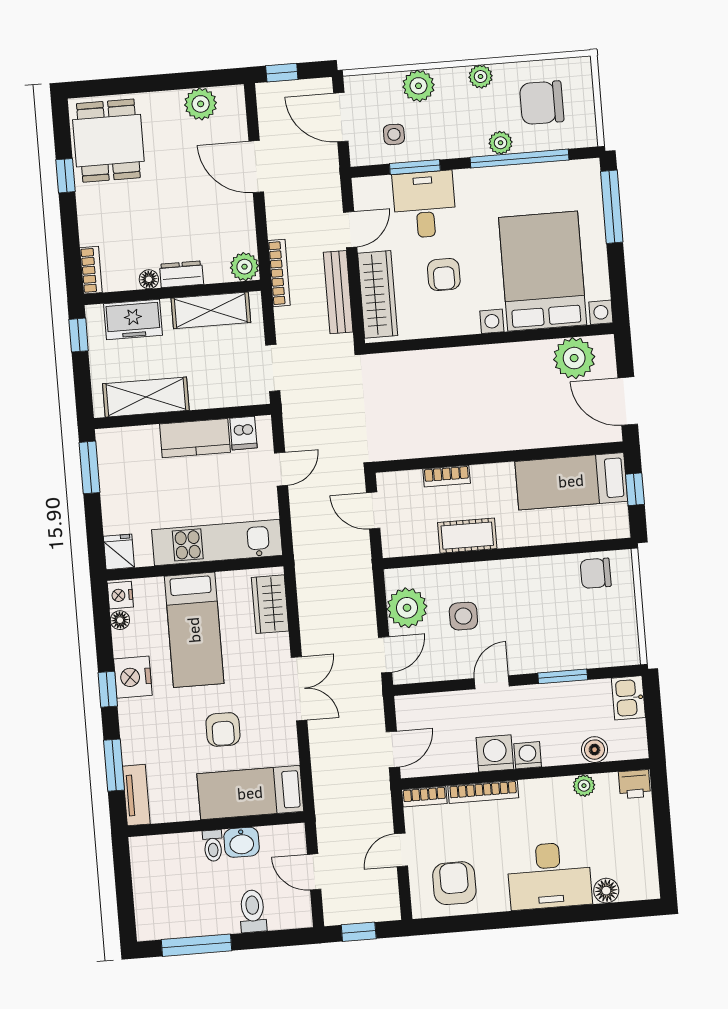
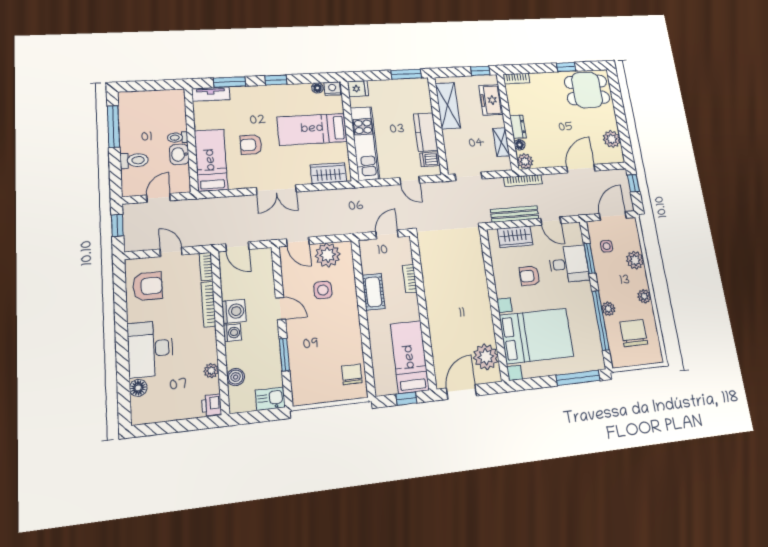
floor lamp: (149, 279) -> (520, 145), moved
wardrobe: (378, 294) -> (515, 237), width x0.67
shelving: (211, 310) -> (501, 142), width x0.67, depth x0.75
nightstand: (133, 677) -> (283, 94), removed

